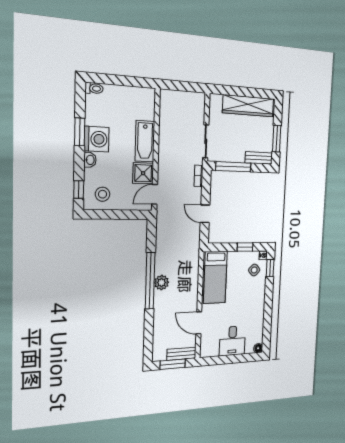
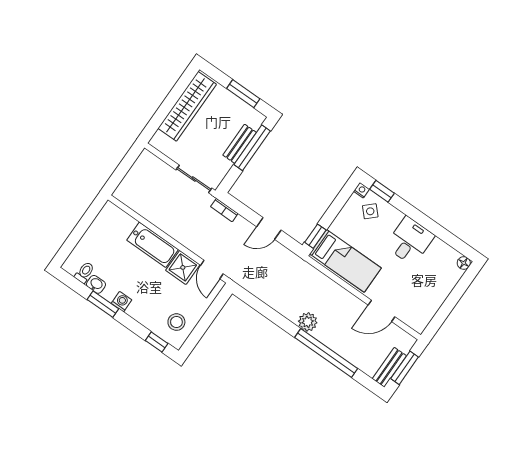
toilet: (94, 88) -> (85, 272), moved
washing machine: (97, 139) -> (121, 302), width x0.53, depth x0.53
bench: (259, 158) -> (240, 144), moved
washbasin: (90, 160) -> (96, 284), moved
window: (233, 167) -> (252, 148), moved
window: (245, 247) -> (315, 236), moved
window: (150, 281) -> (326, 353), moved
desk: (232, 341) -> (410, 241), moved, turned -90
bench: (182, 354) -> (389, 367), moved

